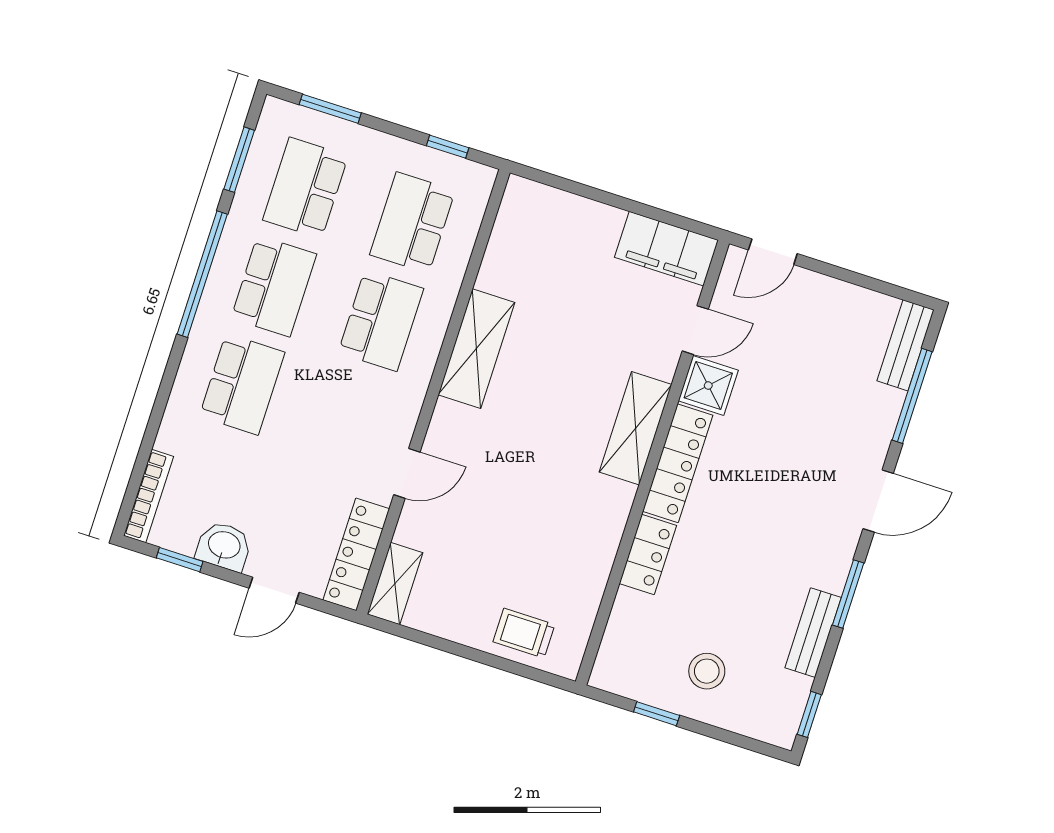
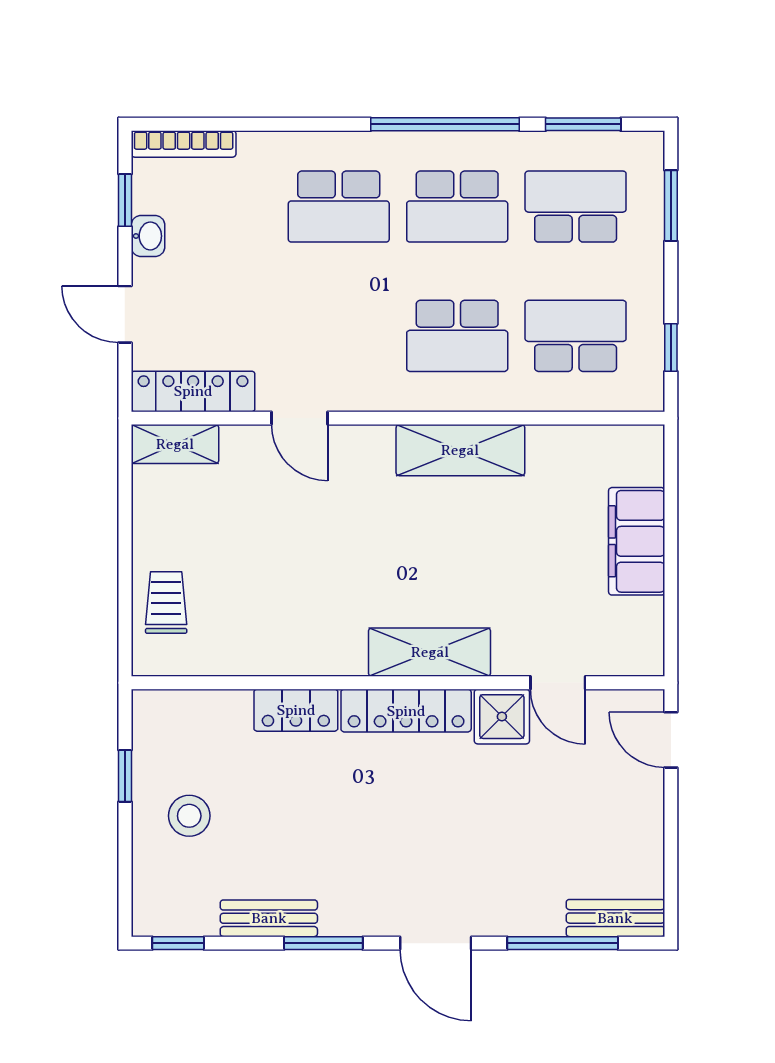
filing cabinet: (666, 249) -> (637, 541), moved
washbasin: (224, 546) -> (148, 236), width x0.72, depth x0.69

